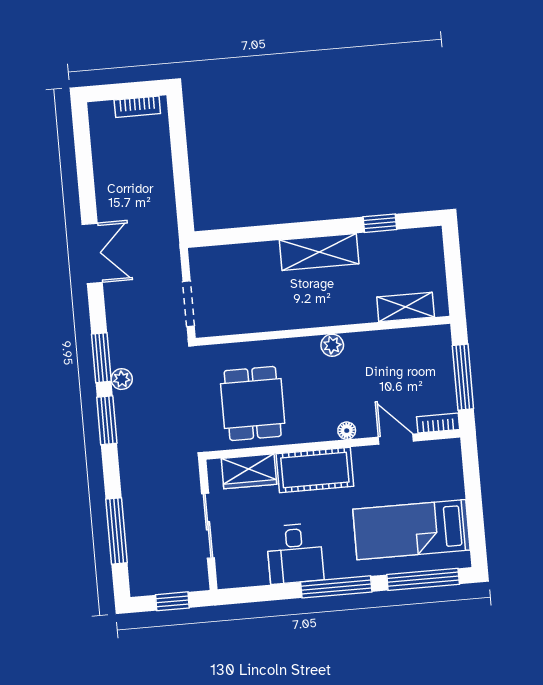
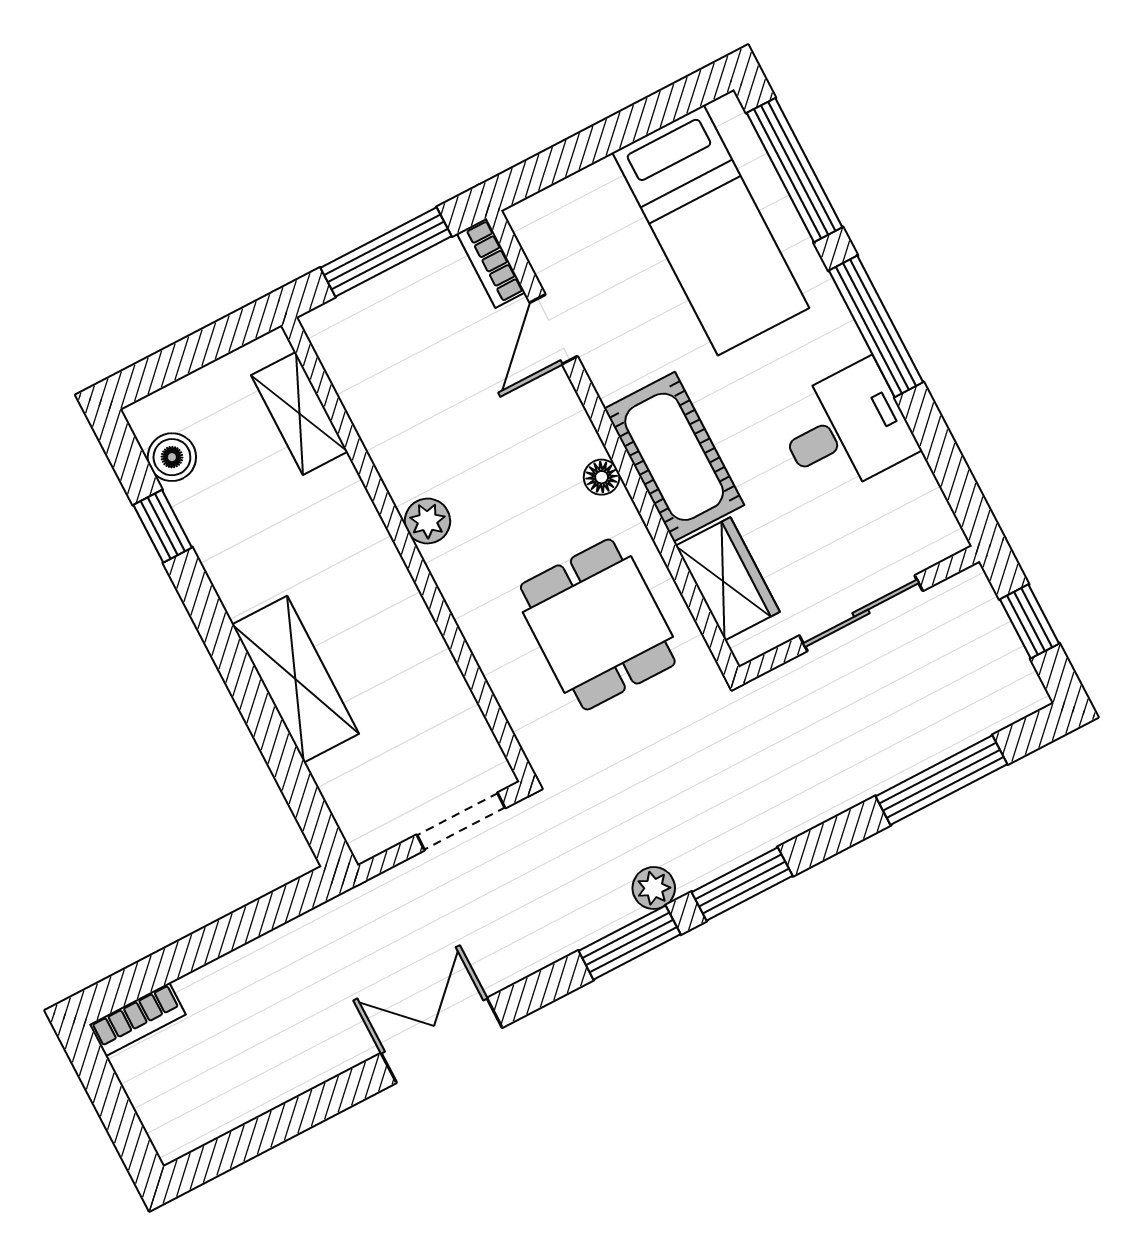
bookcase: (137, 107) -> (137, 1019), moved, turned 90
boiler: (410, 241) -> (172, 457), added
shelving: (319, 252) -> (296, 679), moved
dining table: (253, 403) -> (598, 624), turned 90
floor lamp: (347, 431) -> (602, 477), moved

